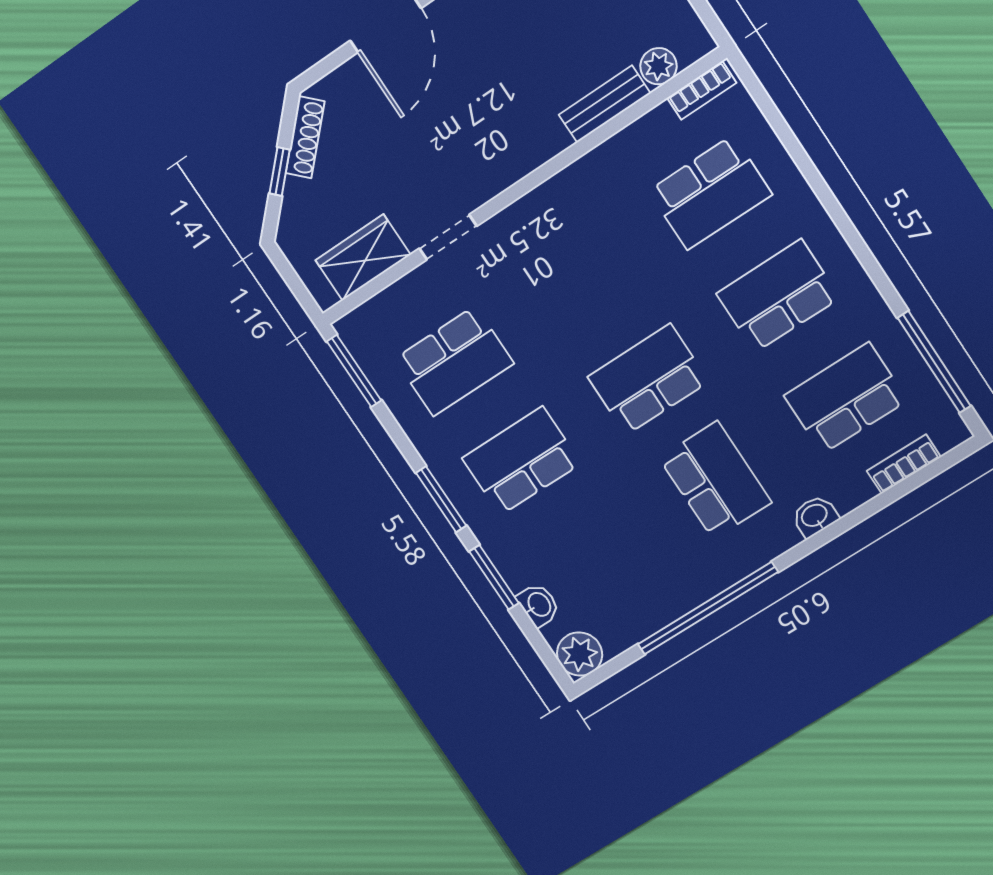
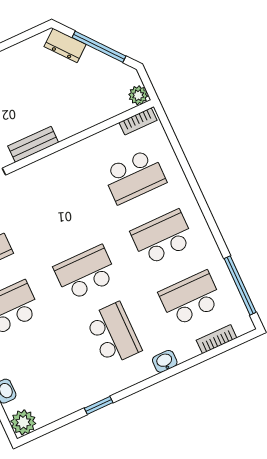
plant: (658, 66) -> (138, 95), moved
bench: (604, 104) -> (33, 144), moved
window: (708, 608) -> (99, 405), width x0.32

